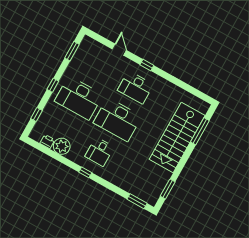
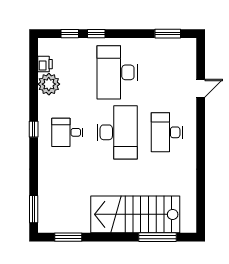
window: (147, 65) -> (201, 131), removed
window: (53, 85) -> (96, 34), moved
desk: (118, 120) -> (117, 132), turned 180

